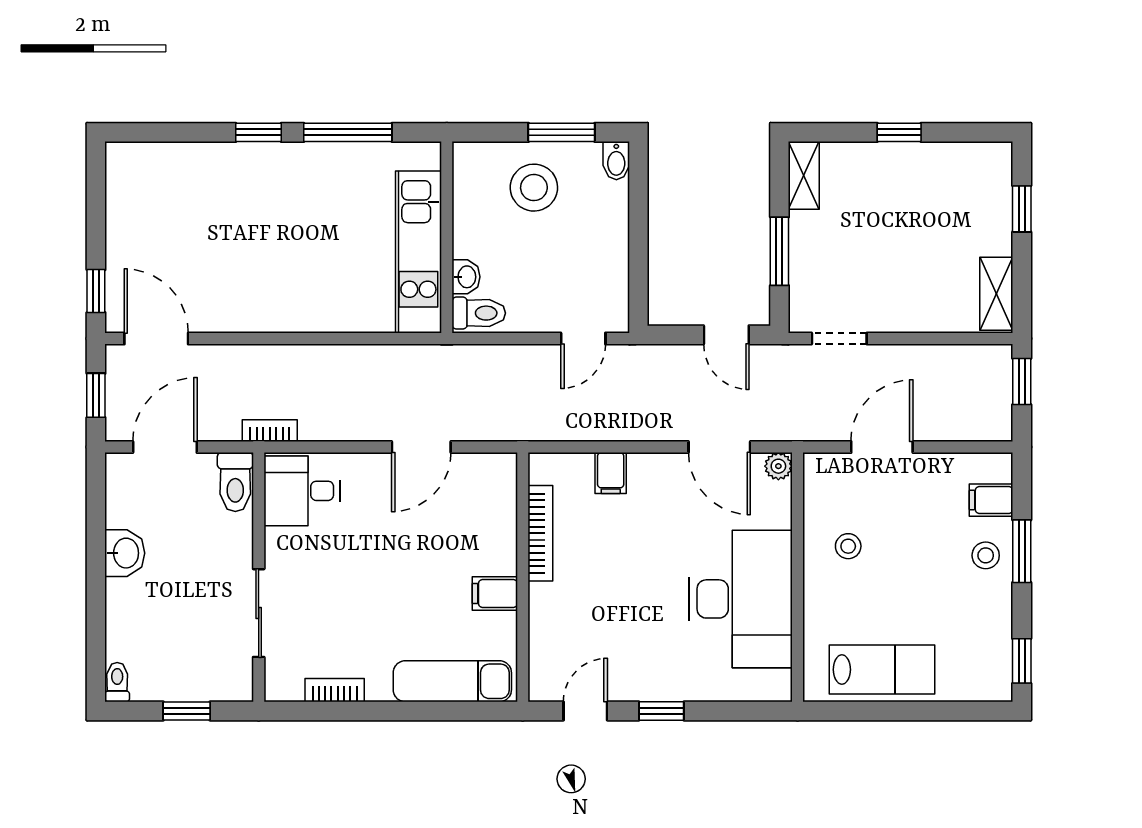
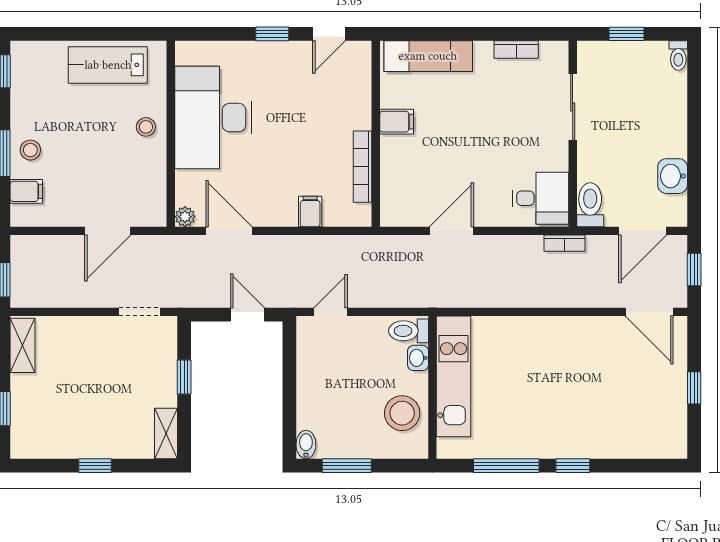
stool: (534, 188) -> (402, 413), moved
window: (779, 251) -> (184, 377), width x0.67
window: (96, 291) -> (694, 388), moved
door: (726, 335) -> (248, 315), moved
stool: (848, 546) -> (146, 127), moved
washbasin: (125, 553) -> (673, 176), moved

